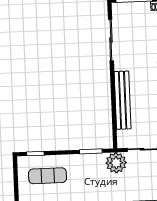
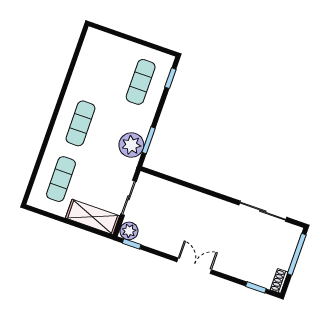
bench: (123, 100) -> (191, 198), removed
plant: (116, 163) -> (131, 145), moved

